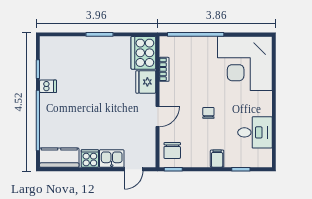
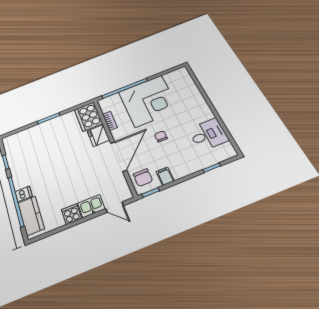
corner desk: (245, 63) -> (149, 101), moved, turned -90
dishwasher: (48, 86) -> (24, 194), moved
door: (157, 117) -> (119, 157), width x1.87
kitchen counter: (59, 158) -> (31, 216), moved, turned 90
filing cabinet: (217, 159) -> (165, 176), moved
door: (134, 169) -> (115, 207), hinge flipped

